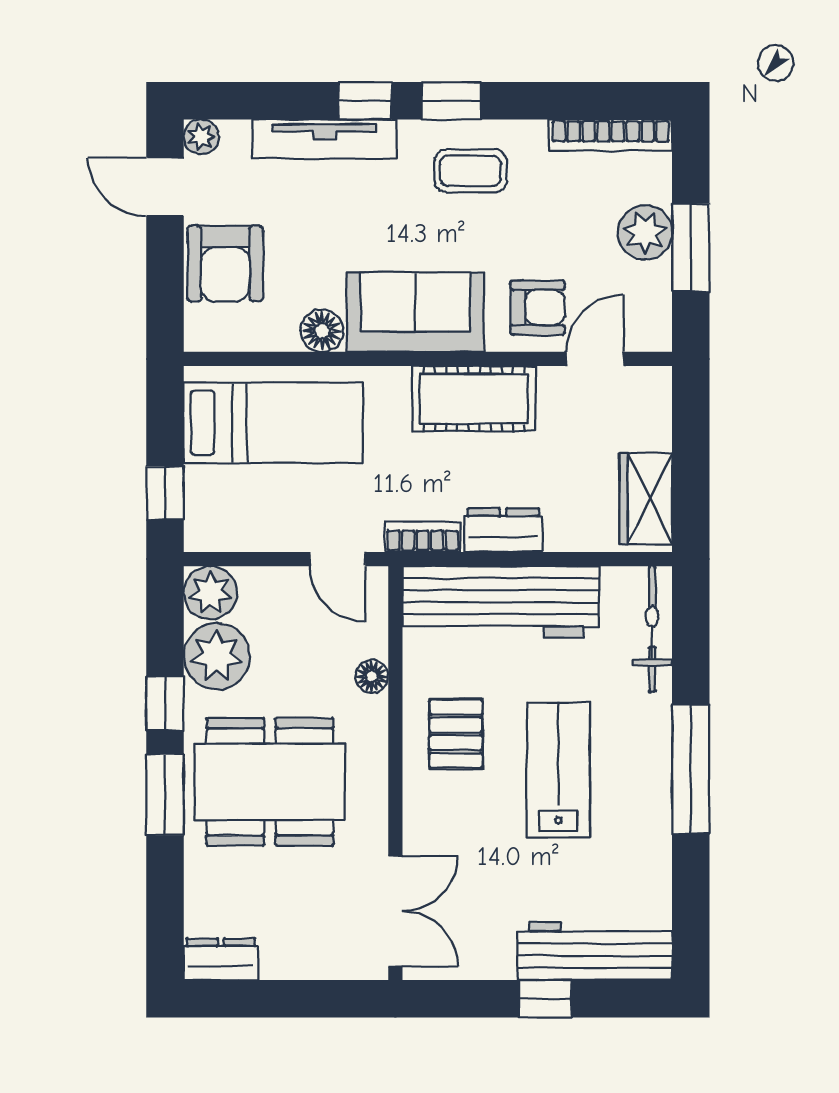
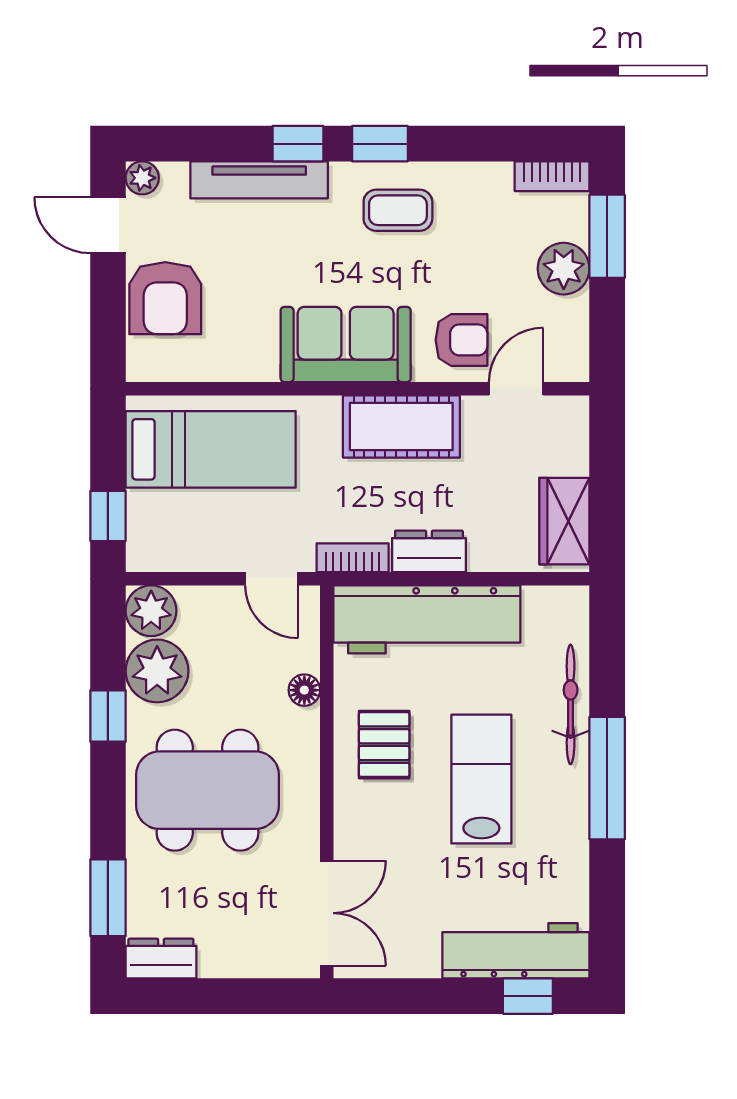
bookcase: (611, 135) -> (552, 176), width x0.64
window: (691, 248) -> (607, 236), moved
floor lamp: (322, 331) -> (257, 362), removed
bicycle: (652, 629) -> (571, 704), moved
window: (165, 795) -> (108, 898), moved
window: (545, 999) -> (528, 996), moved

